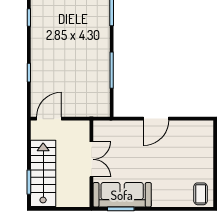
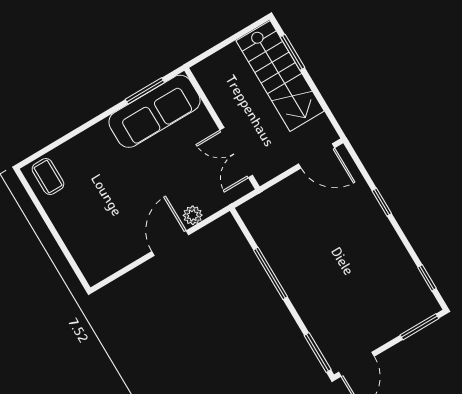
door: (49, 119) -> (317, 156), hinge flipped
plant: (135, 126) -> (193, 215), added
double door: (91, 159) -> (236, 153), moved

